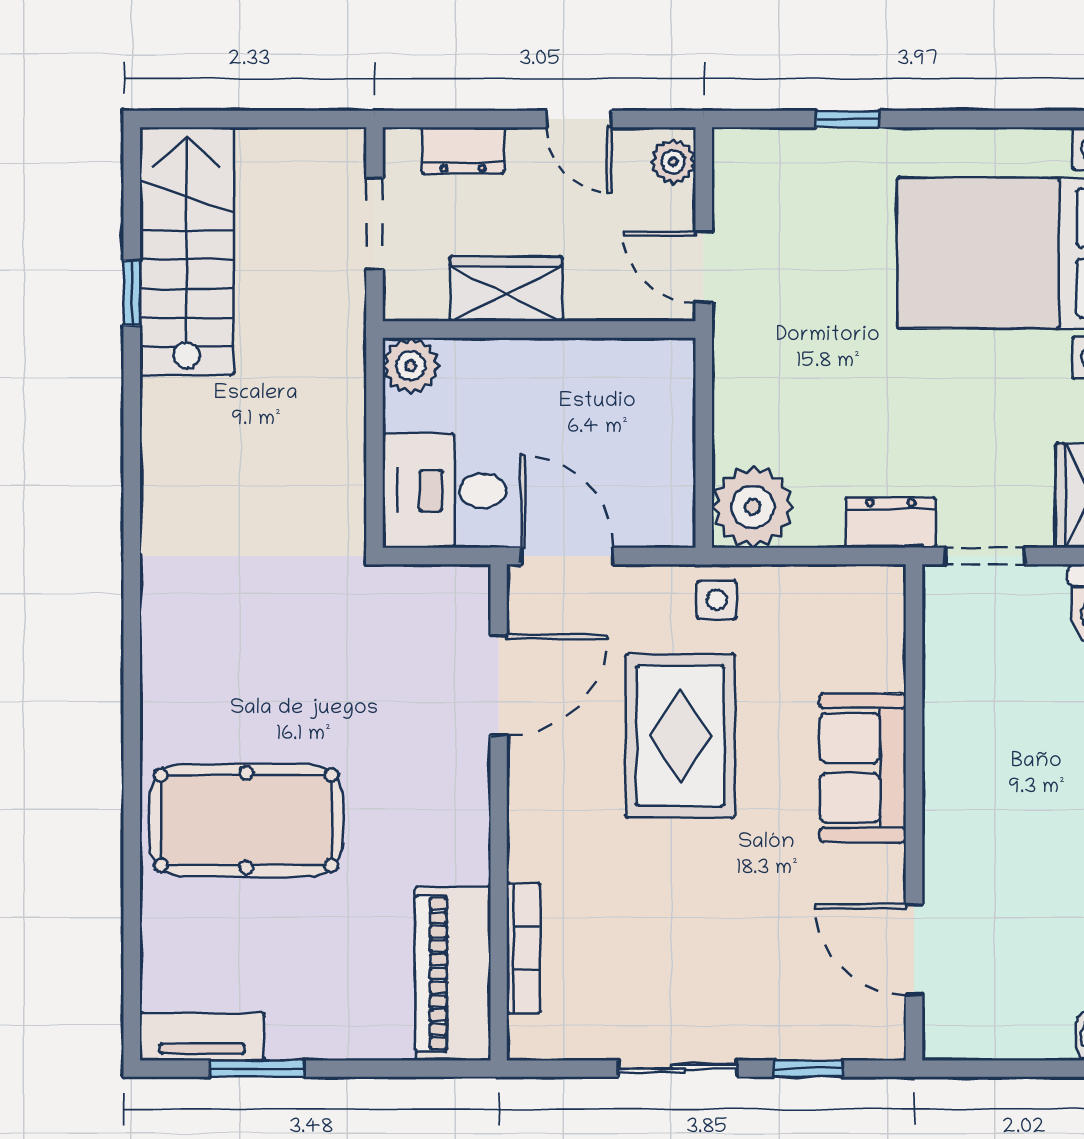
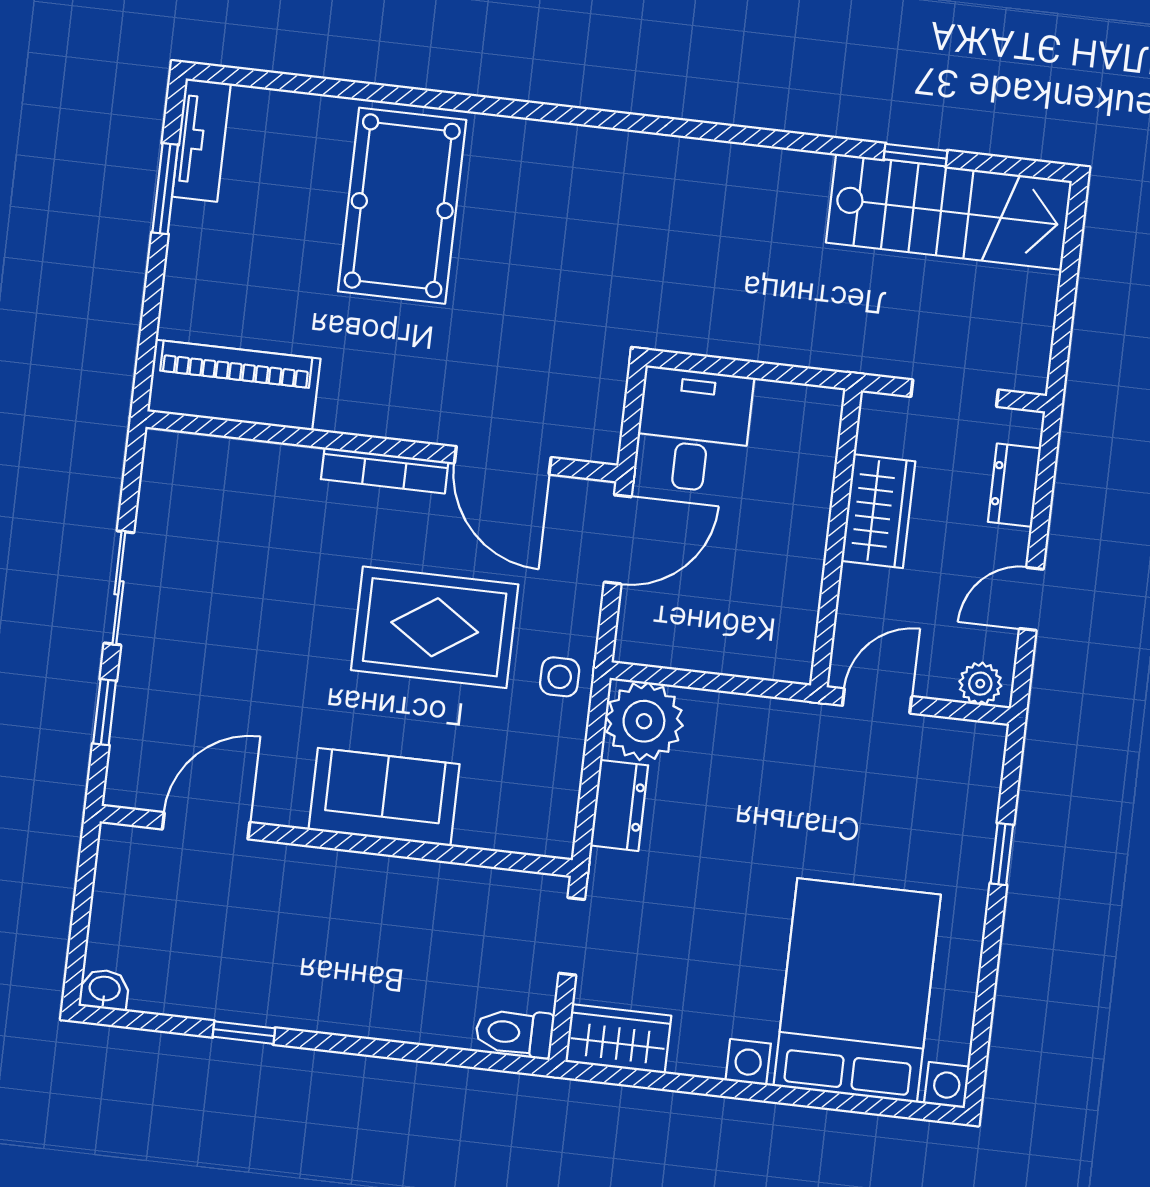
plant: (411, 366) -> (816, 412), removed
dresser: (891, 523) -> (619, 805), moved
bookcase: (523, 948) -> (385, 471), moved

